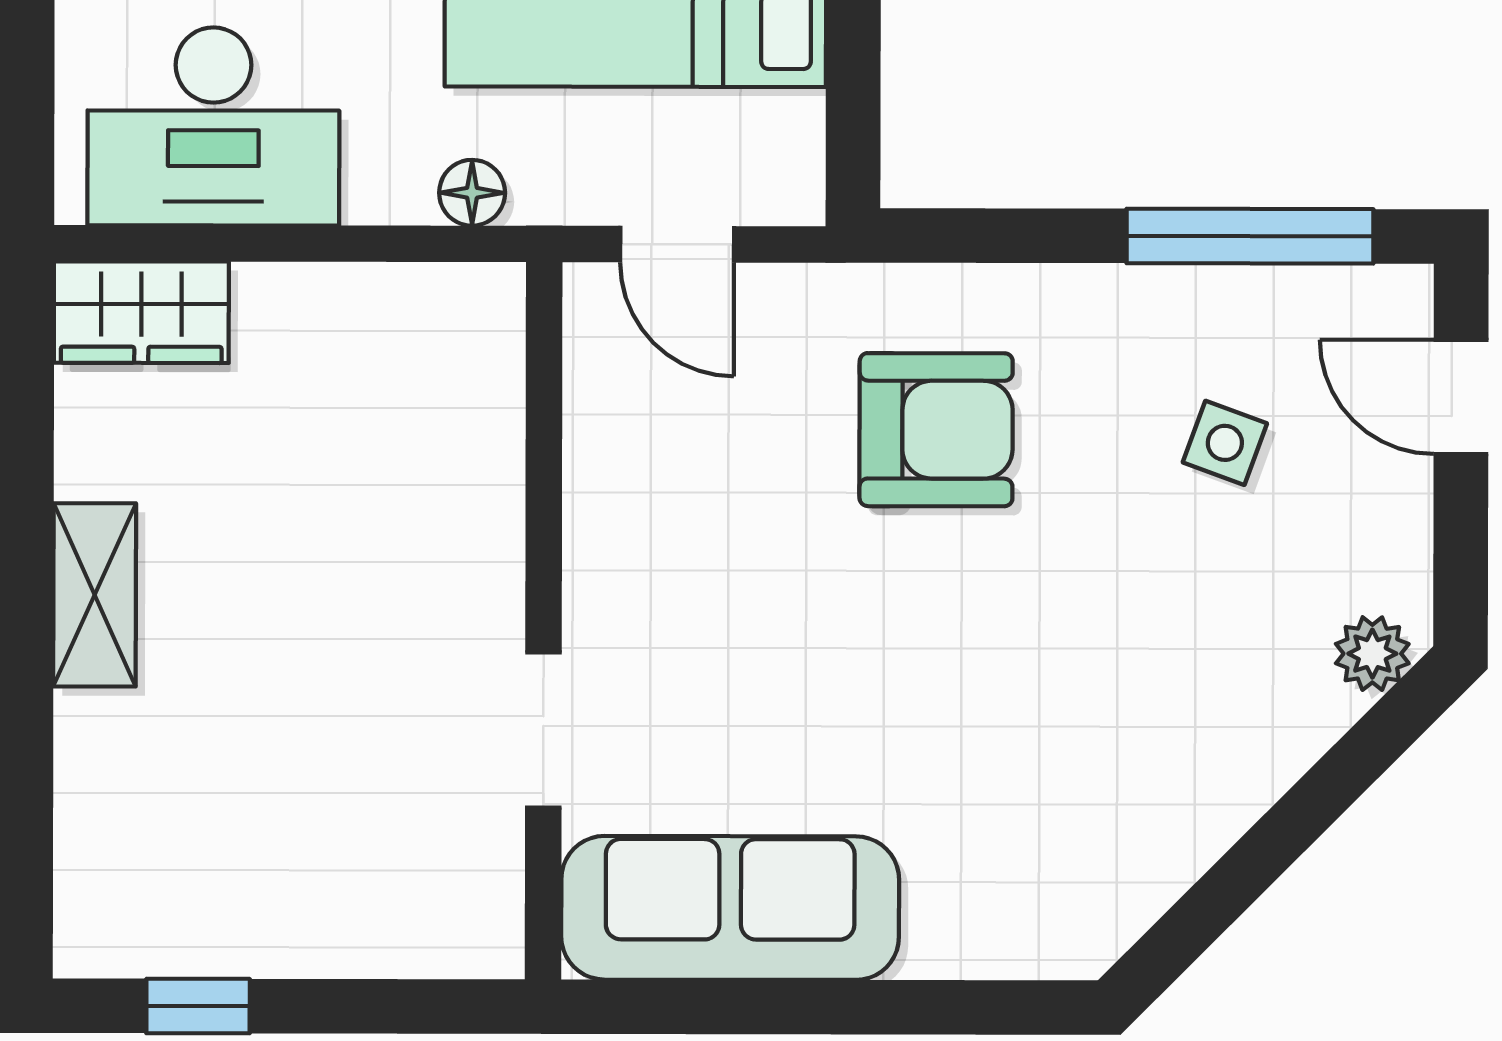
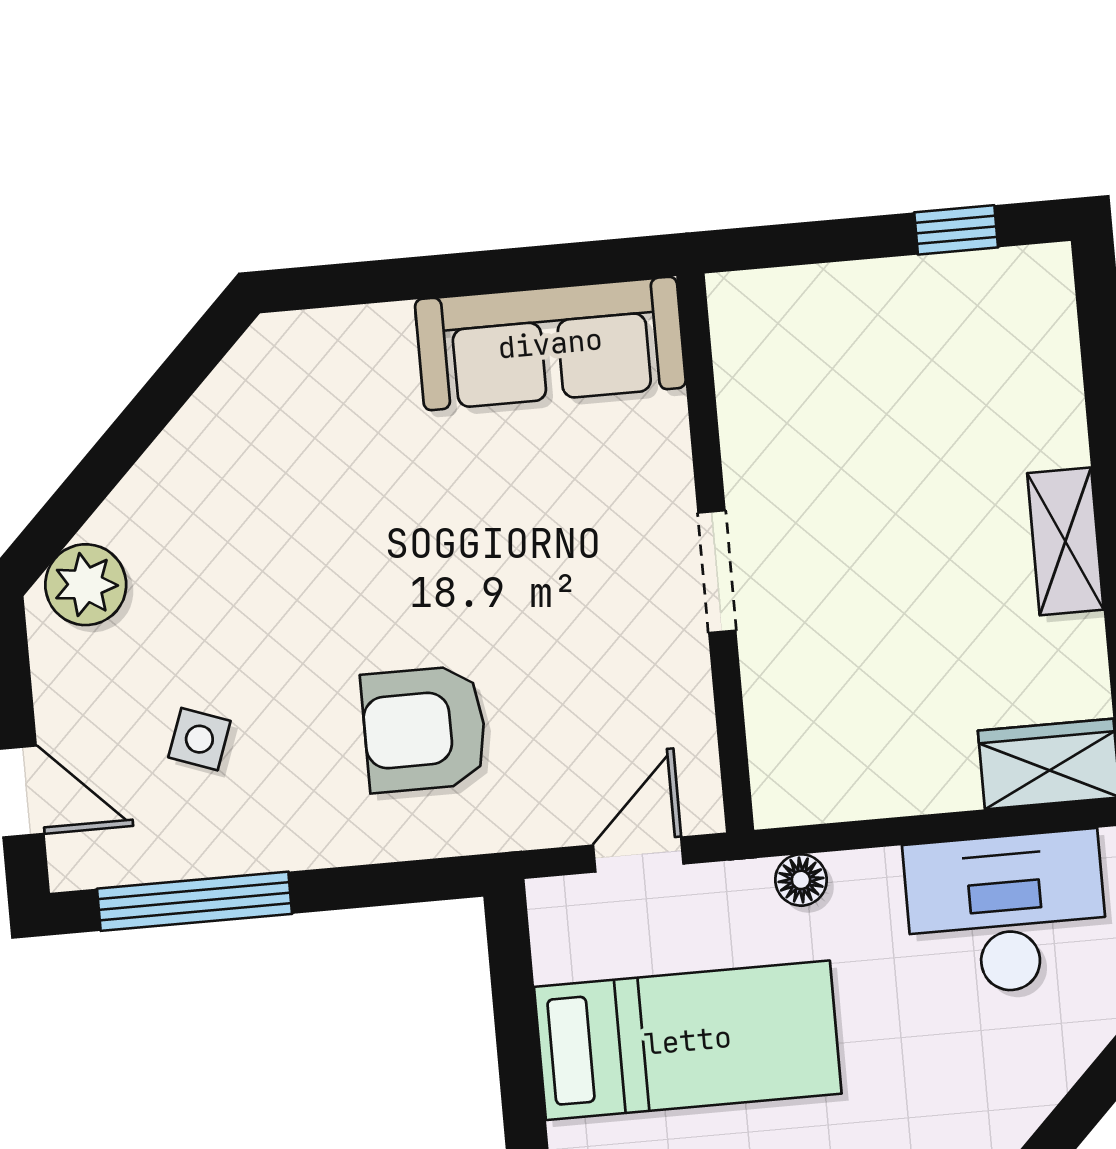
door: (677, 244) -> (638, 855), hinge flipped
plant: (1372, 654) -> (86, 585), width x1.38, depth x1.38
doorway: (543, 730) -> (717, 572), moved

